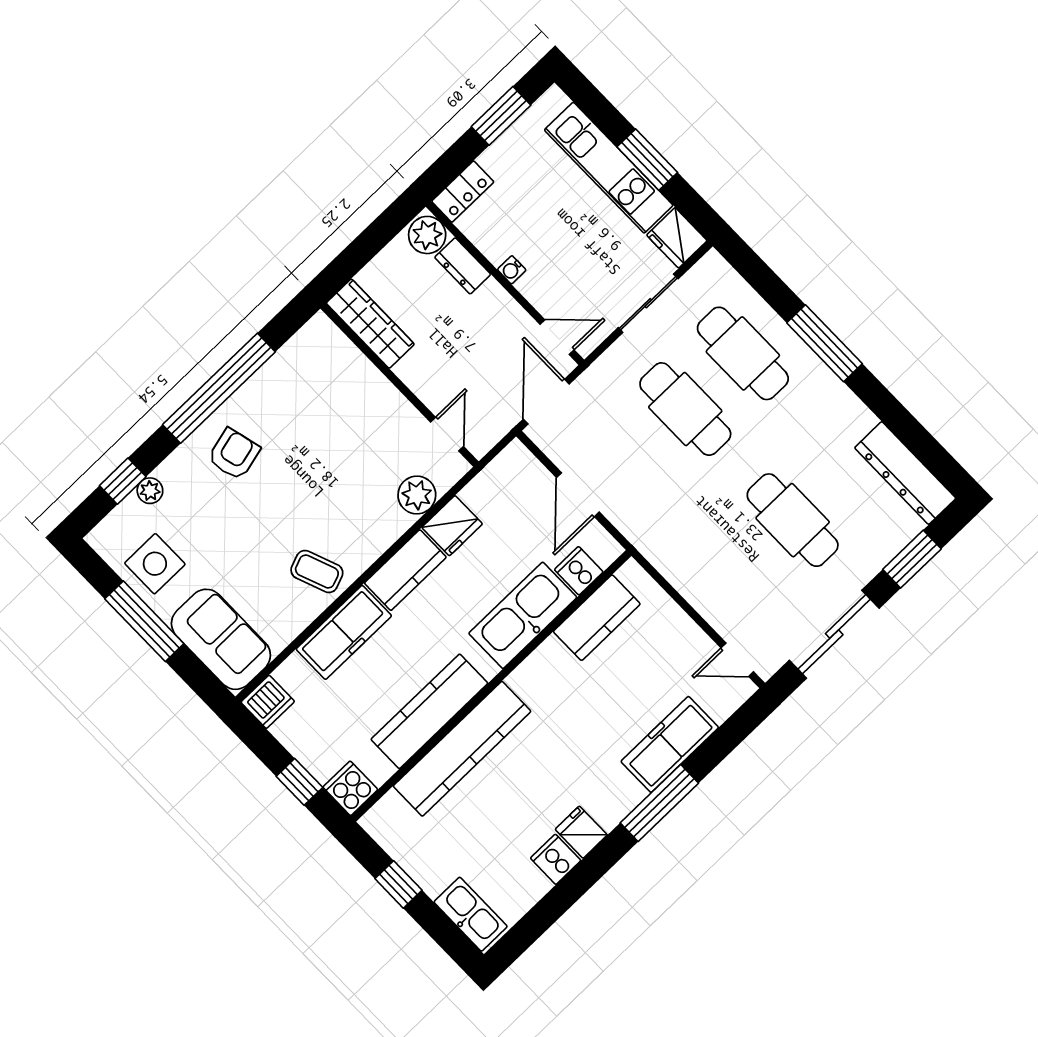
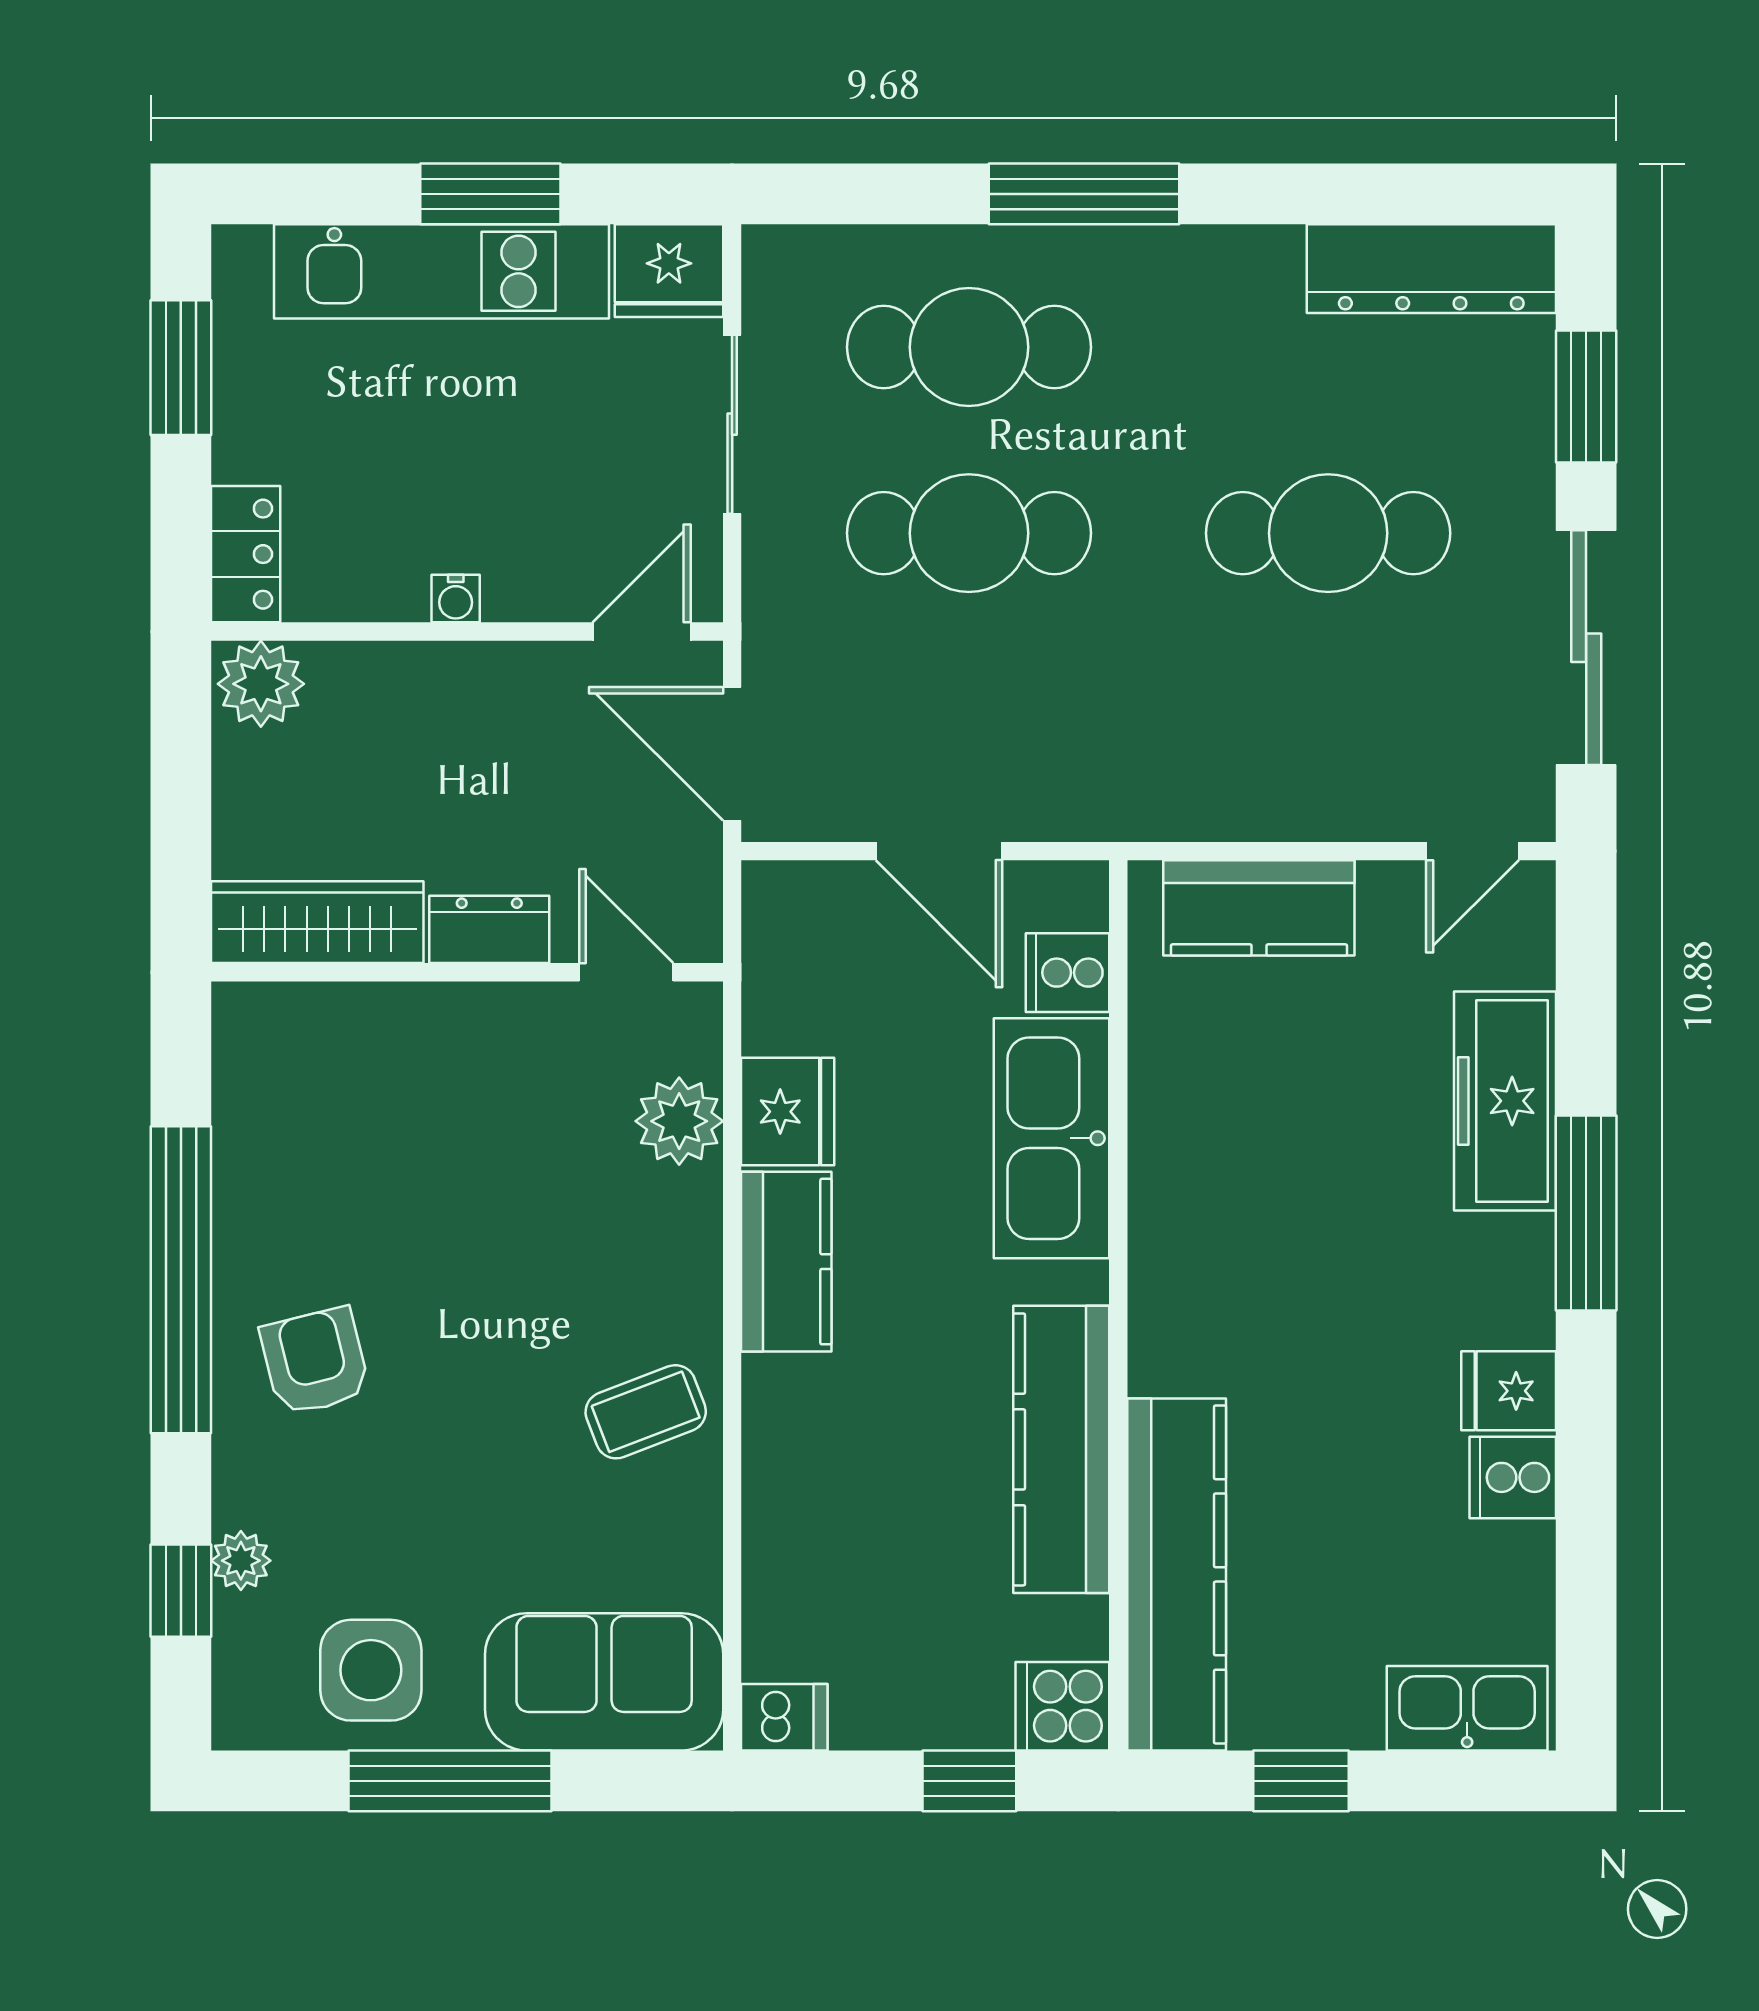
dresser: (463, 266) -> (489, 929), moved, turned 180
kitchen counter: (597, 618) -> (1259, 908), moved, turned 90
freezer: (344, 632) -> (791, 1465), removed
dishwasher: (268, 702) -> (784, 1717), width x0.73
kitchen counter: (462, 749) -> (1177, 1574), moved

